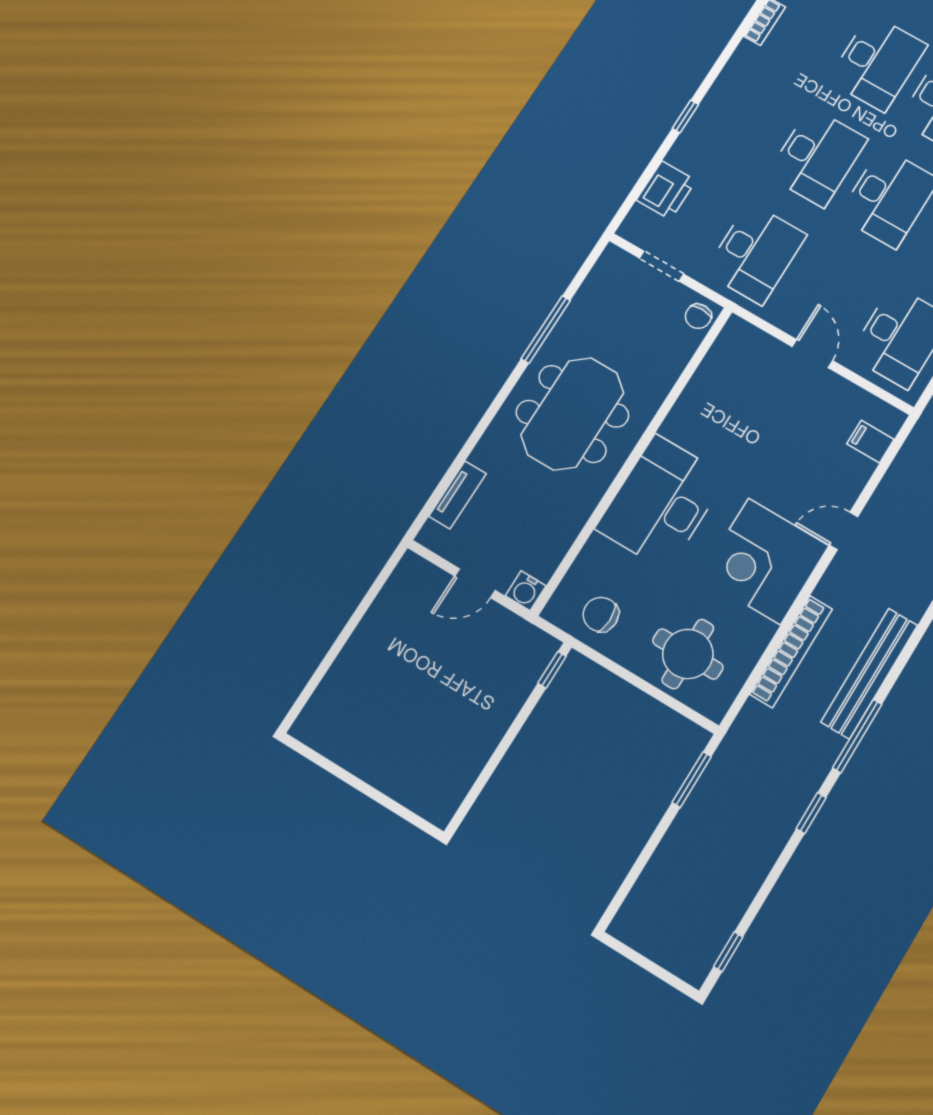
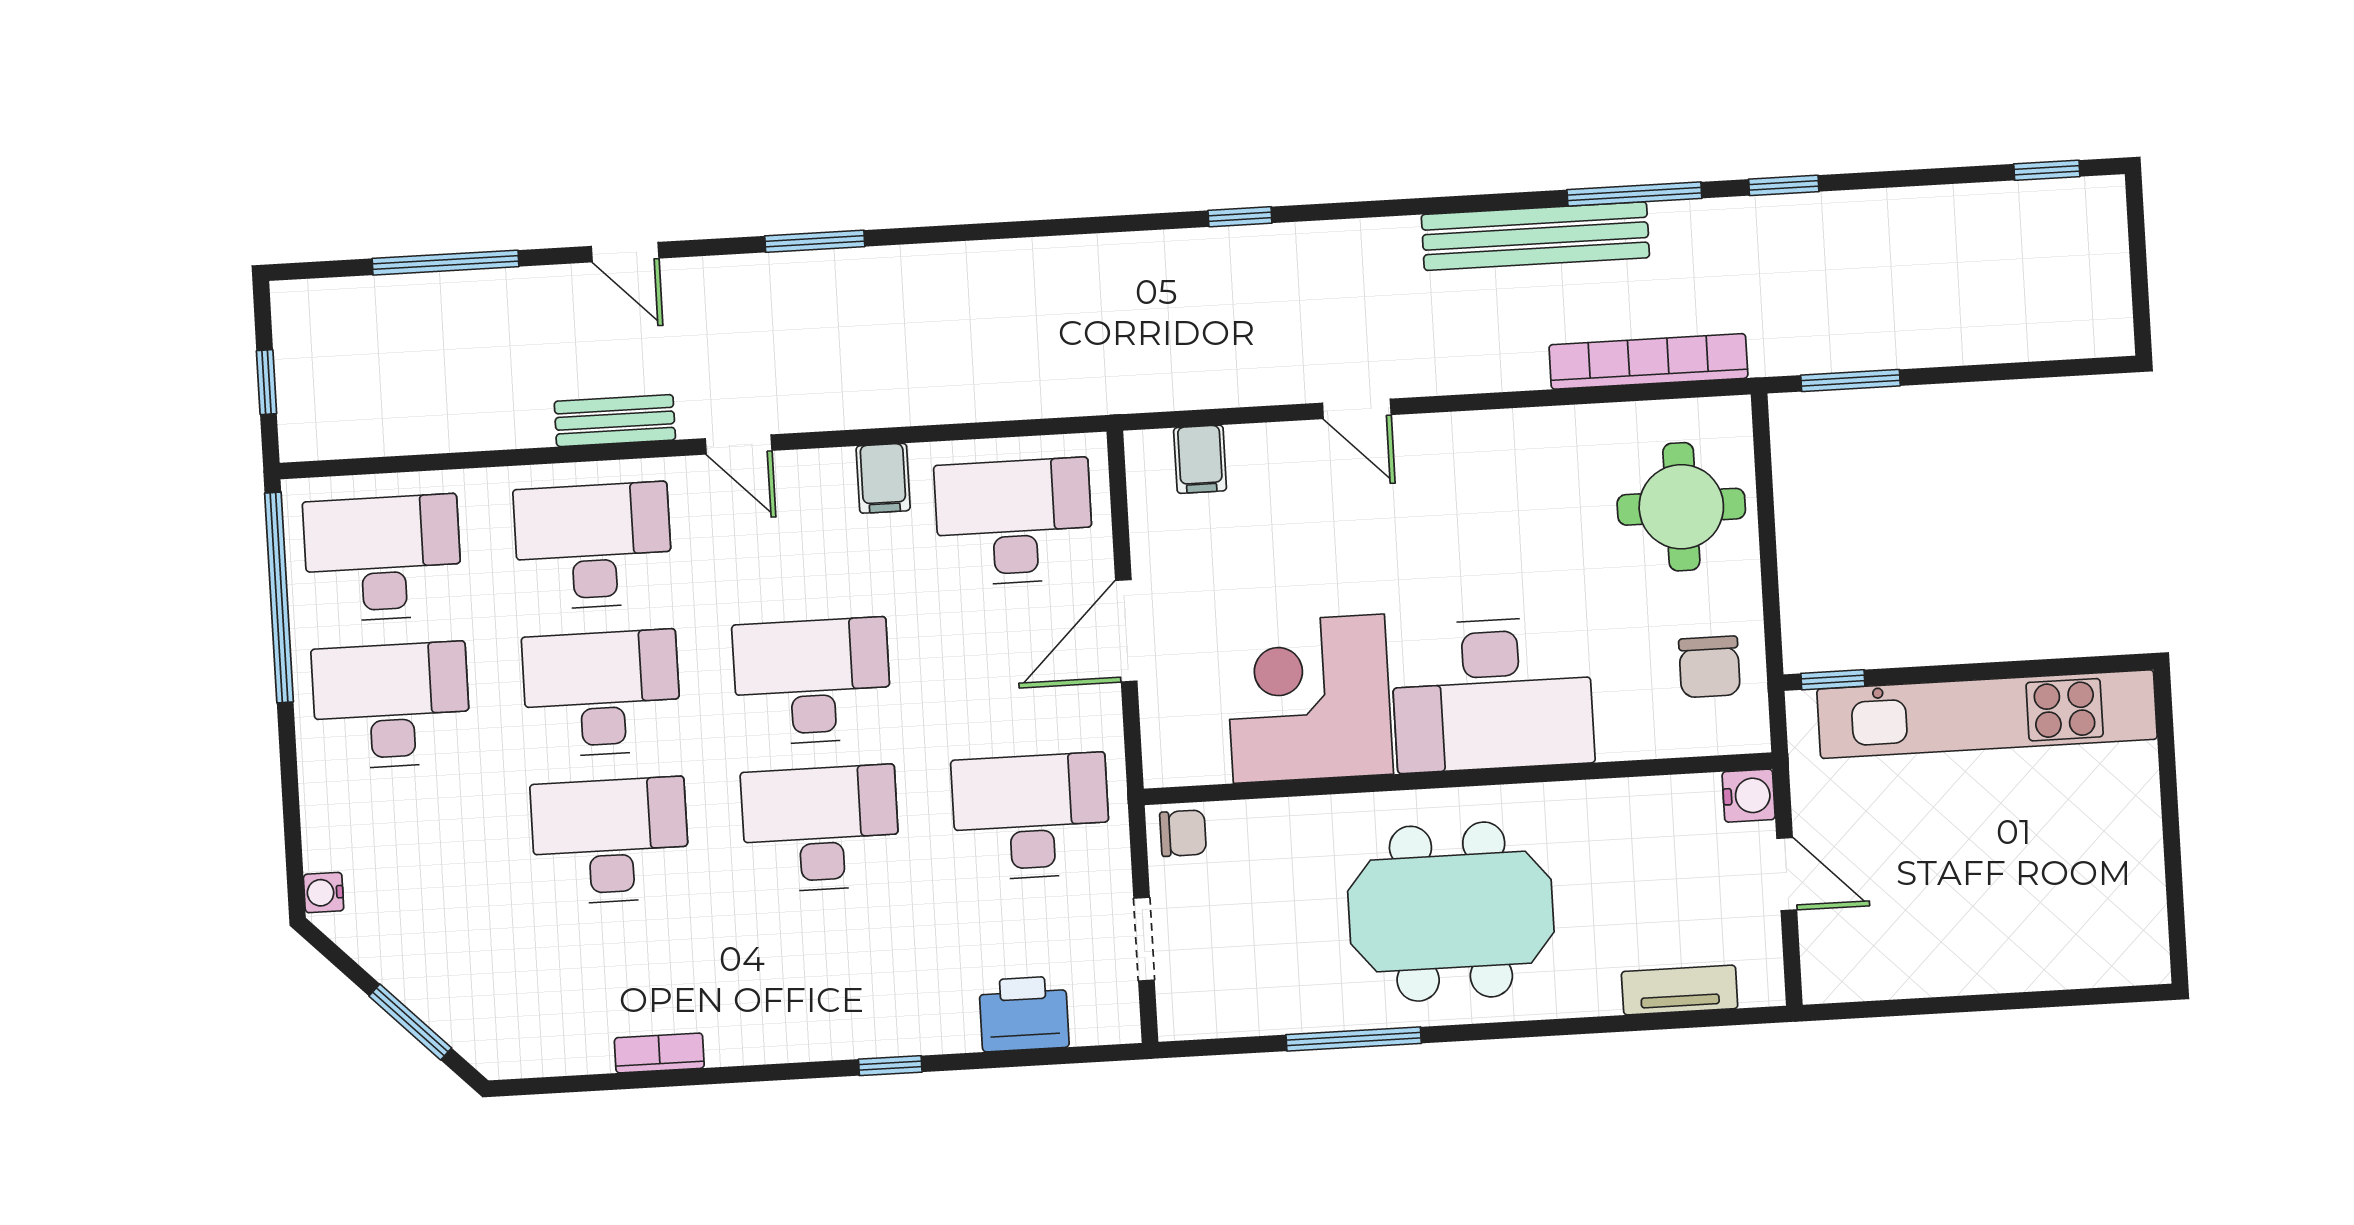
door: (812, 354) -> (1126, 631), width x1.38
corner desk: (764, 561) -> (1309, 699), moved, turned 180
bookcase: (791, 652) -> (1648, 361), moved
kitchen unit: (481, 734) -> (1987, 714), added

